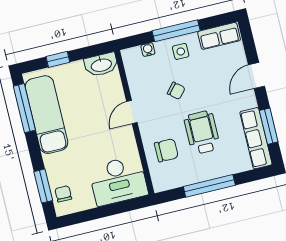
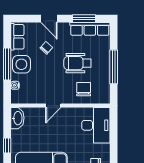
side table: (181, 51) -> (21, 64), width x1.87, depth x1.87
chair: (176, 91) -> (46, 48), moved
door: (132, 112) -> (53, 106), hinge flipped

